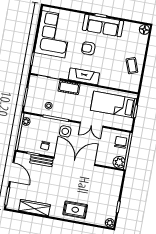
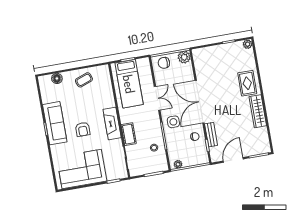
floor lamp: (144, 30) -> (57, 78), moved
wardrobe: (34, 208) -> (258, 111), moved

